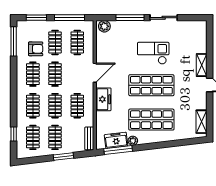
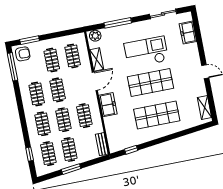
window: (69, 18) -> (61, 34), removed
sliding door: (164, 18) -> (163, 14), moved
armchair: (36, 49) -> (23, 54), moved
checkout: (153, 53) -> (146, 52), width x1.36, depth x1.21
shelving: (202, 65) -> (97, 59), moved
freezer: (116, 140) -> (188, 33), moved, turned -83
plant: (133, 141) -> (143, 138), removed
window: (118, 150) -> (131, 150), width x0.46
window: (63, 157) -> (71, 169), moved

